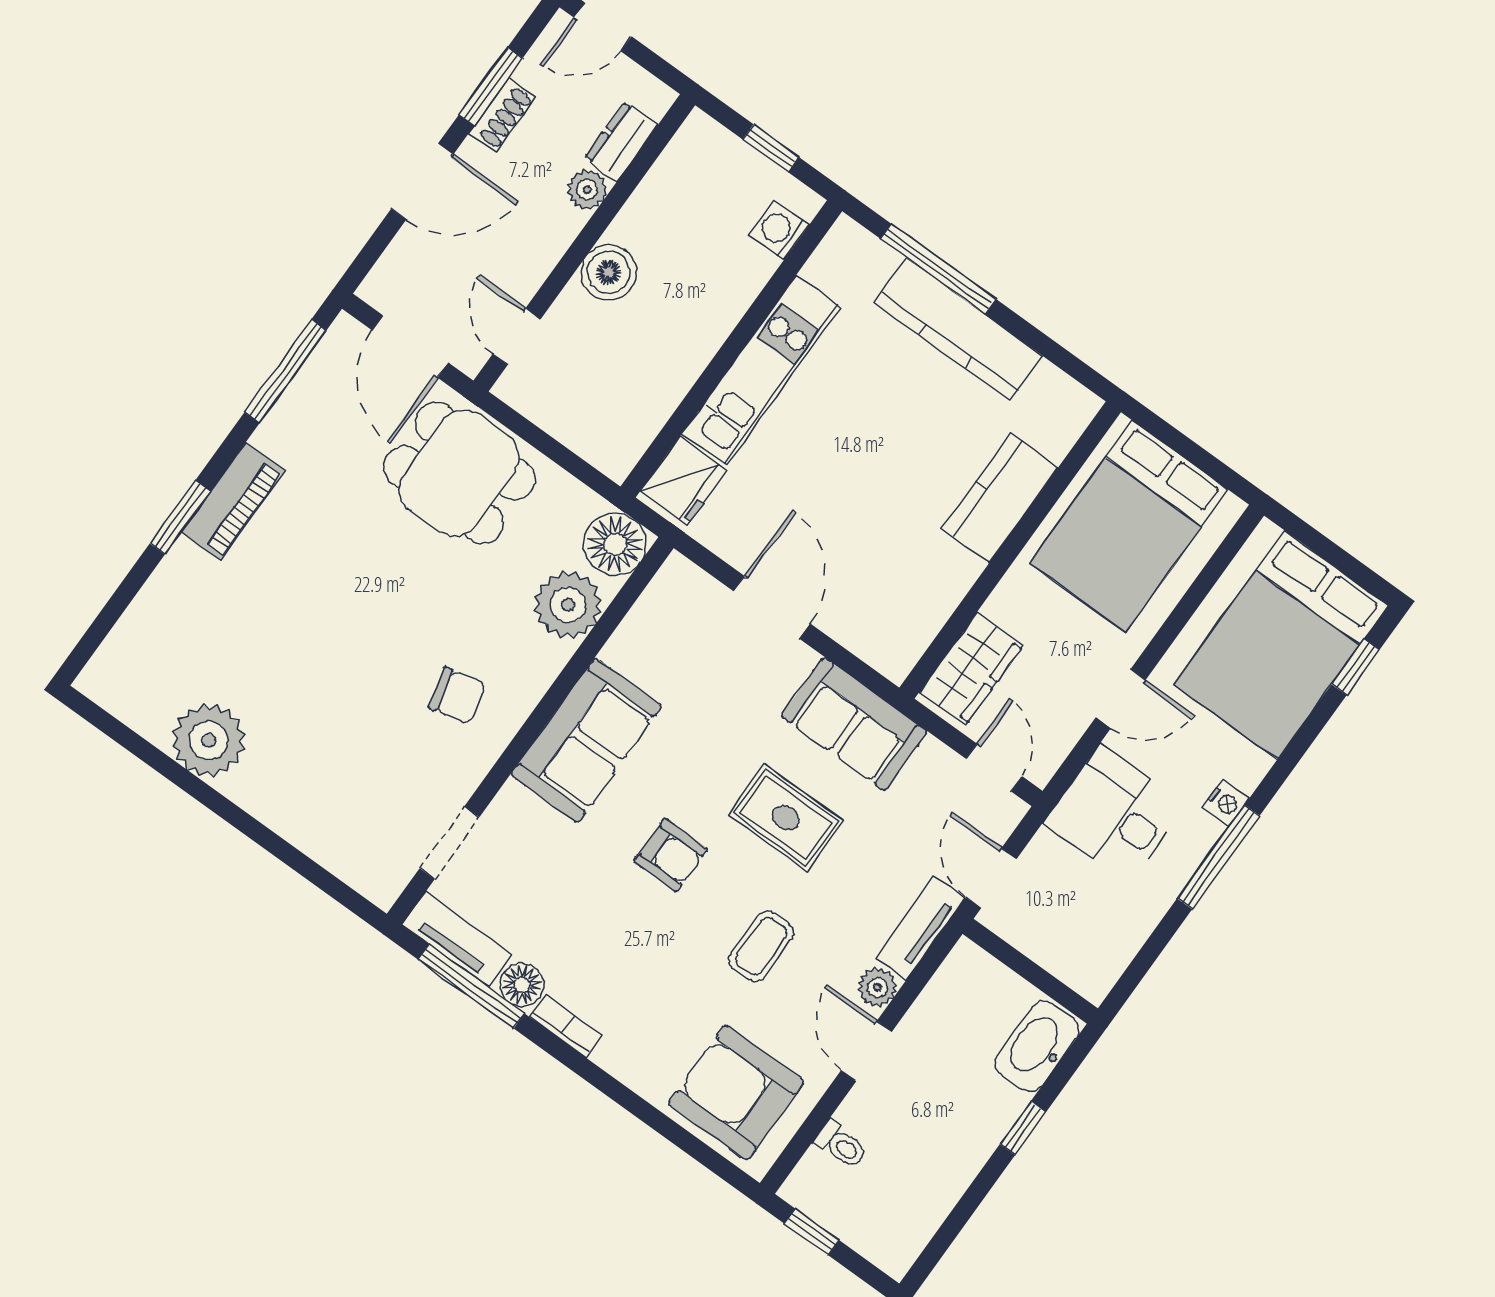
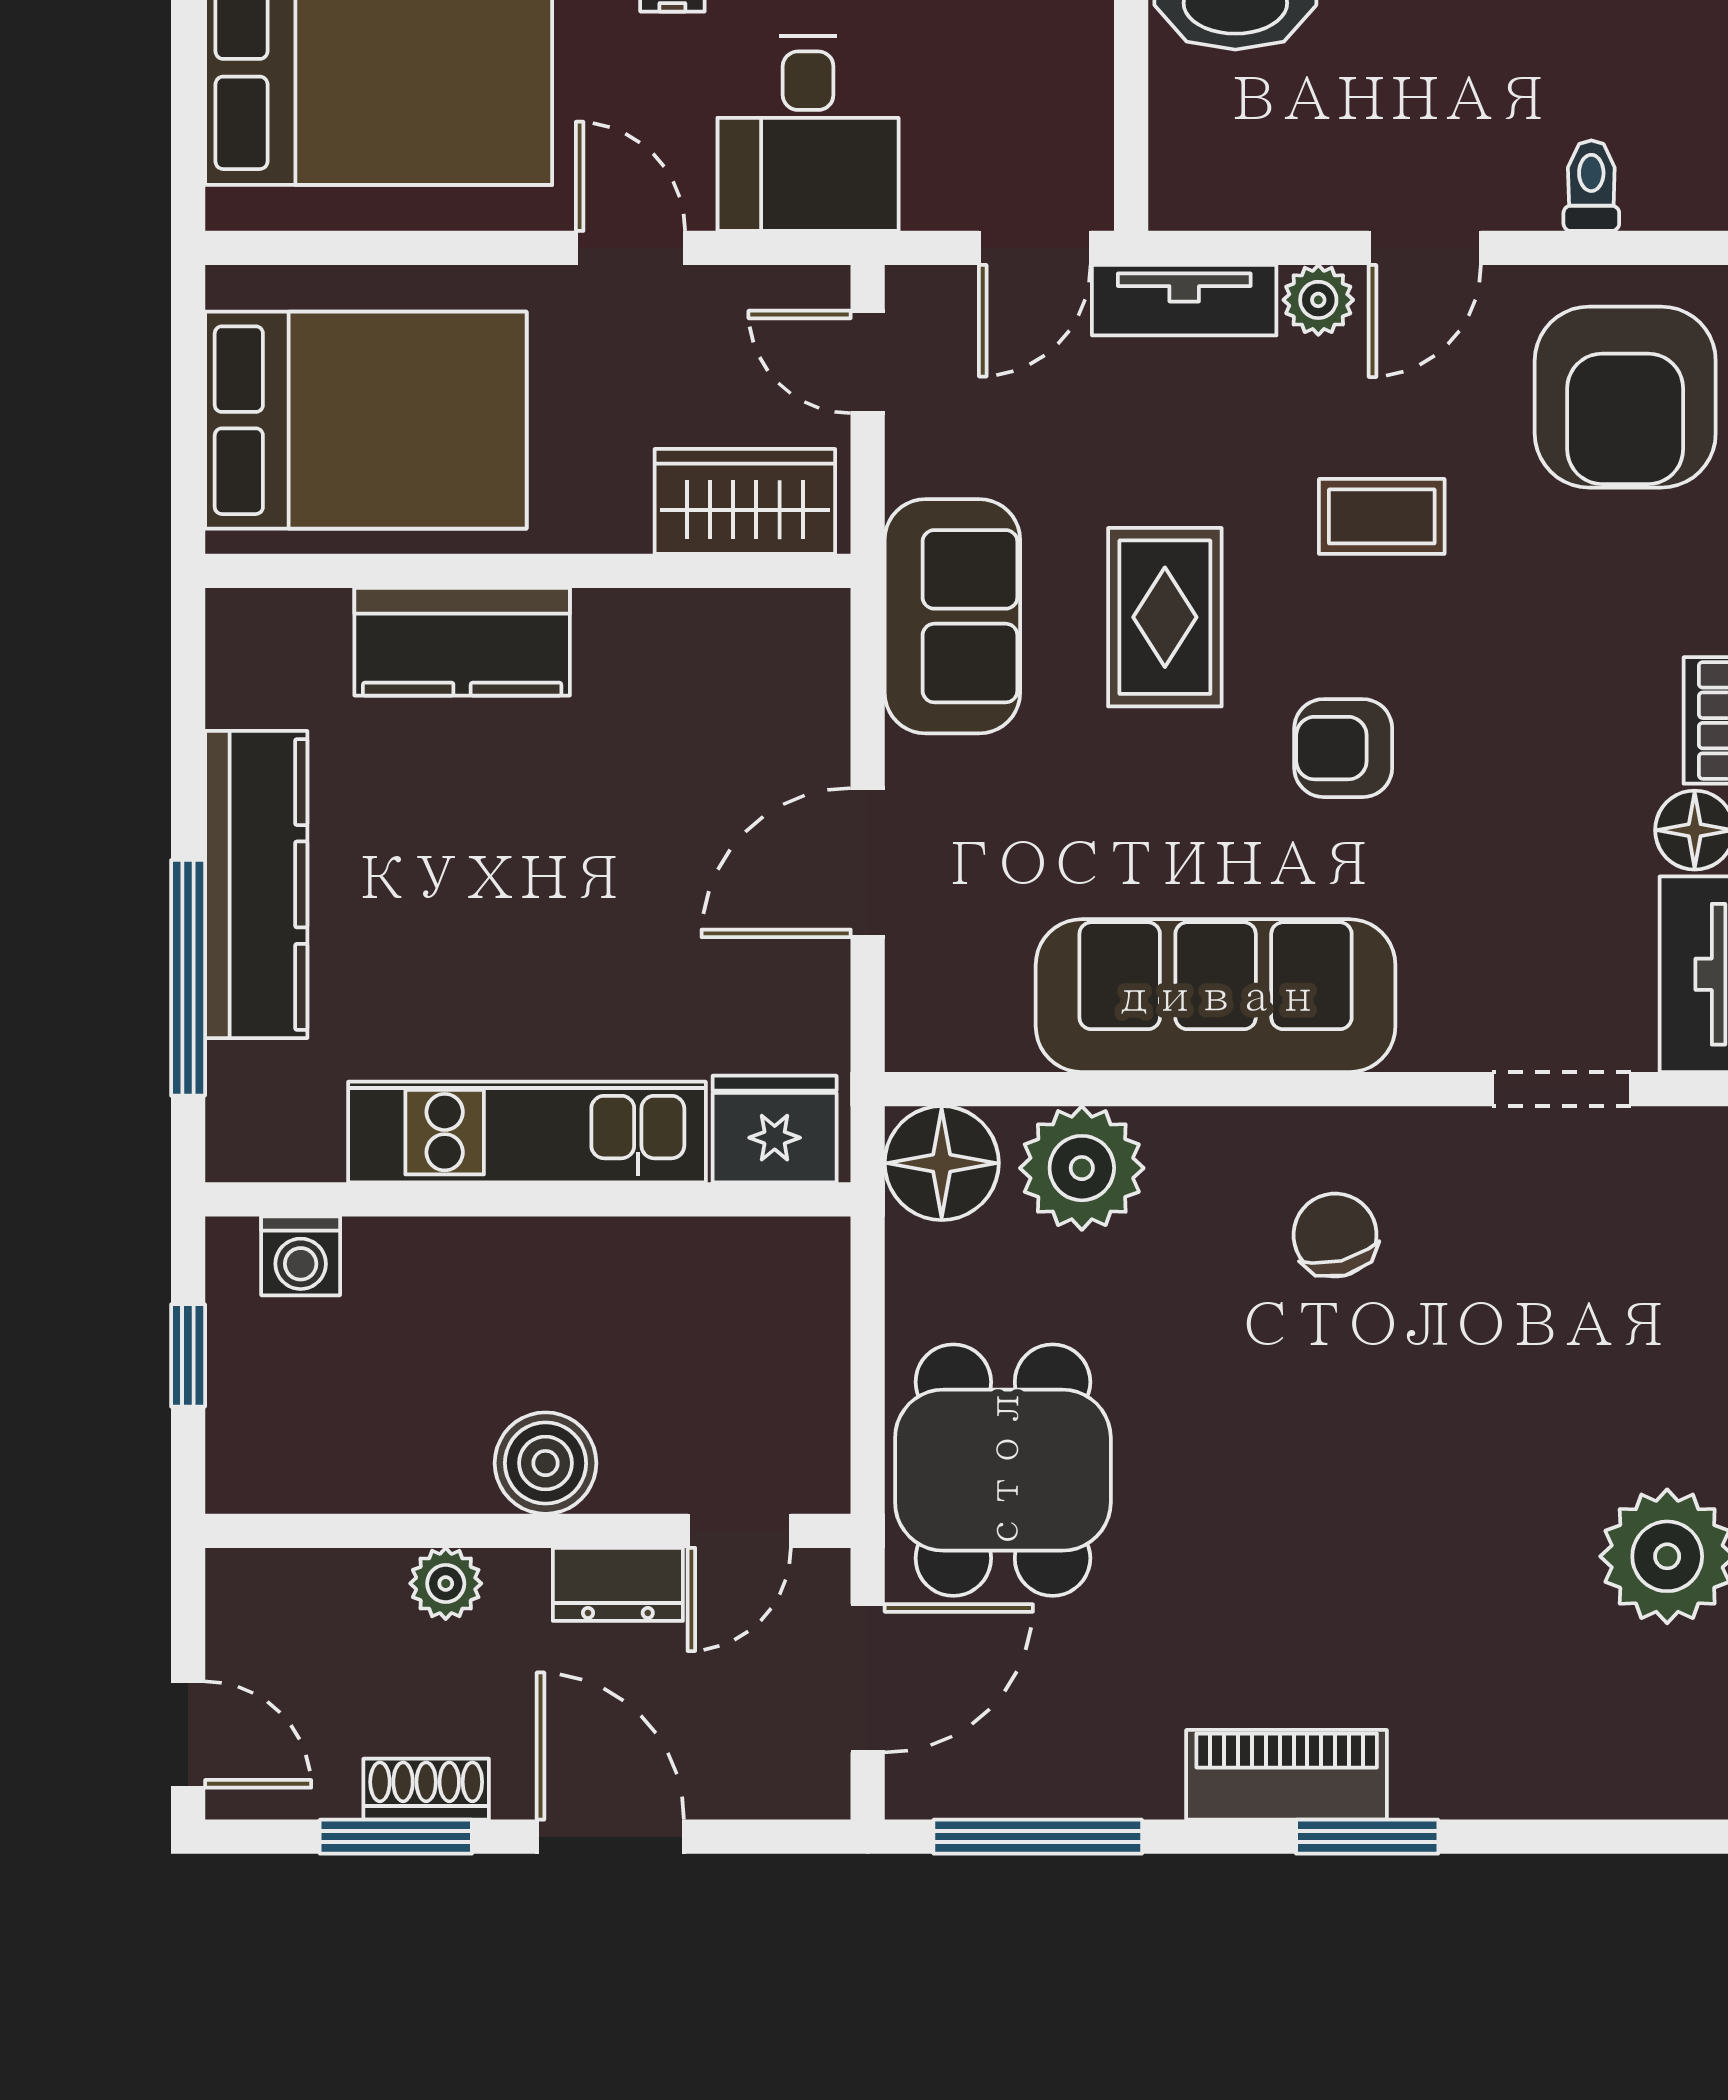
dresser: (621, 142) -> (618, 1584), moved
sofa: (586, 740) -> (1216, 996), width x1.36
door: (994, 768) -> (868, 362), hinge flipped
armchair: (671, 855) -> (1343, 748), turned -90

